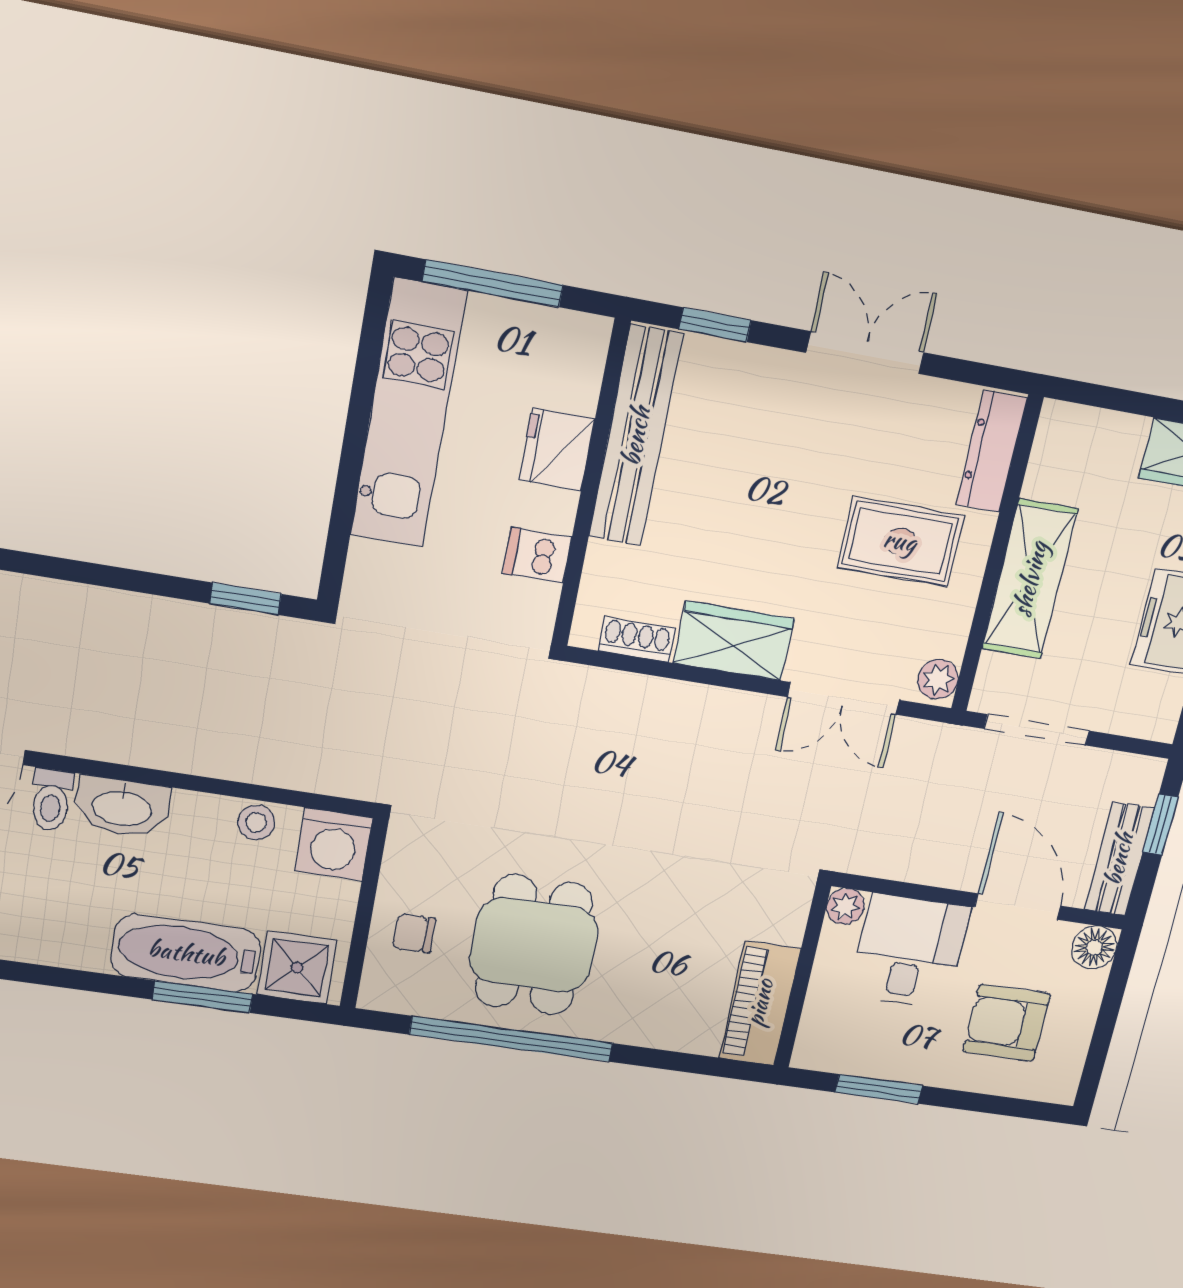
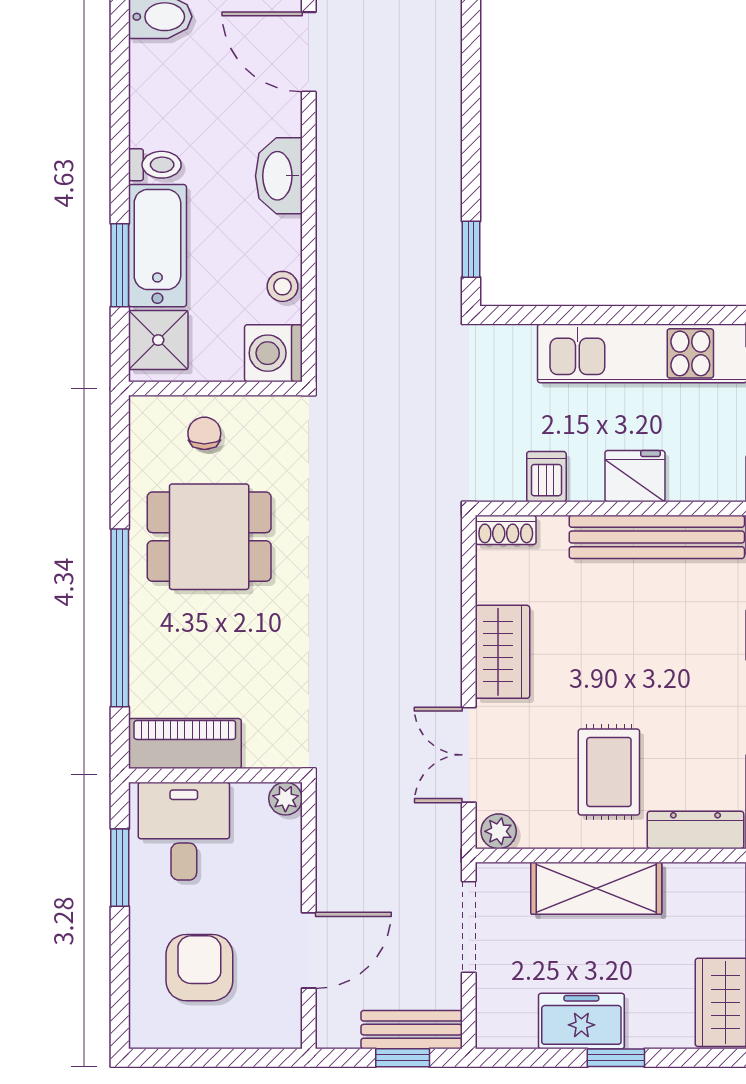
shoe rack: (637, 640) -> (506, 530), moved, turned 90
toilet: (51, 800) -> (155, 165), moved, turned 180
bench: (1119, 859) -> (412, 1030), moved
floor lamp: (1094, 947) -> (282, 1029), removed
desk: (909, 951) -> (184, 831), moved, turned -90
window: (511, 1039) -> (120, 618), moved

